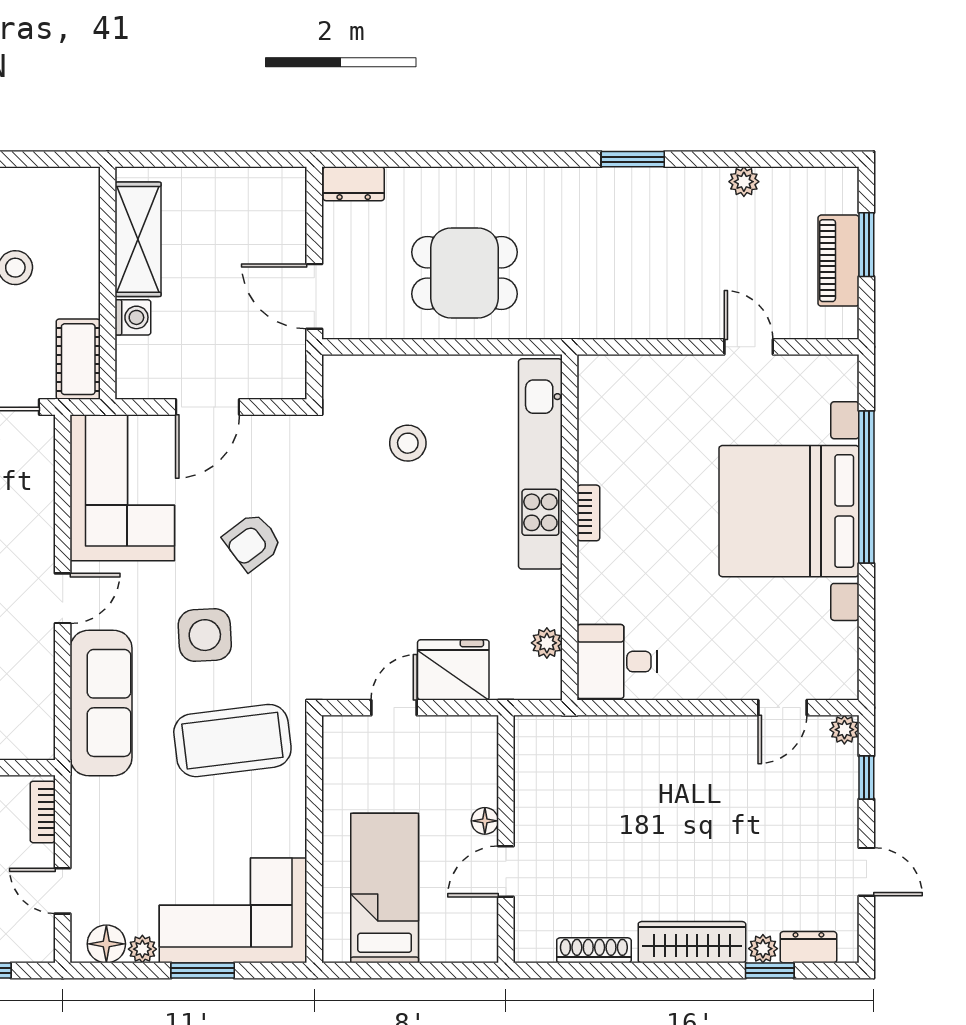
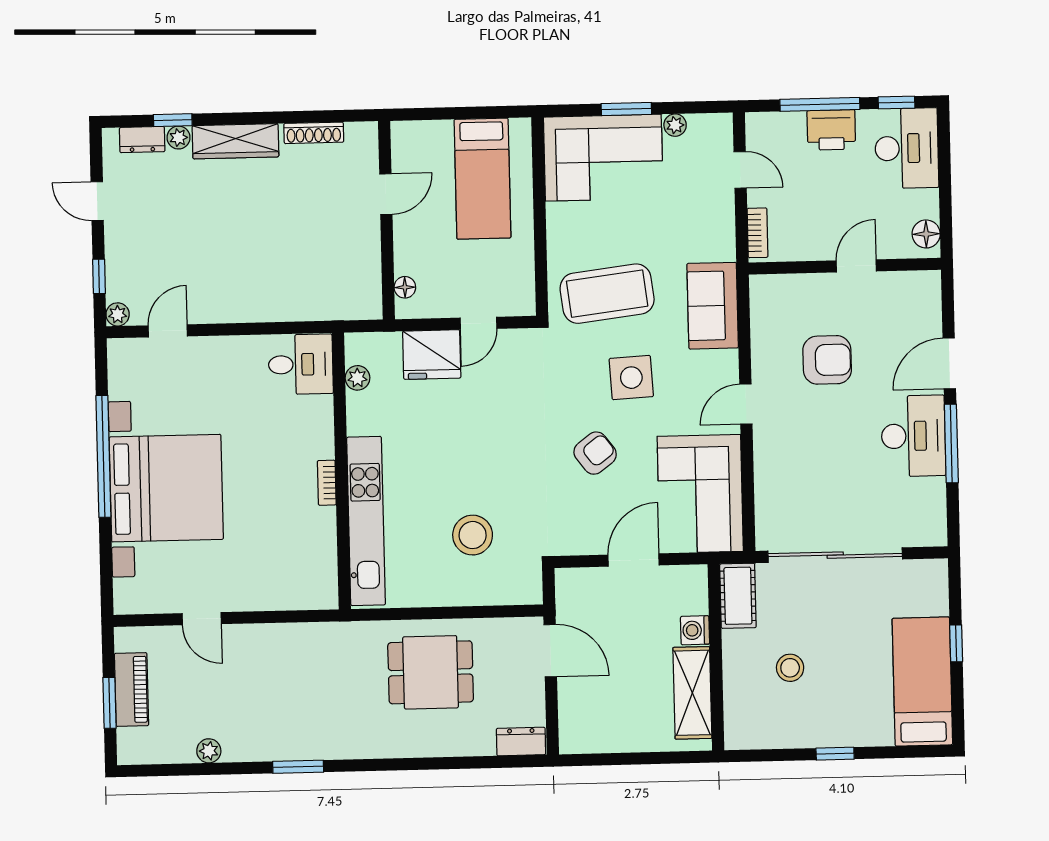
stool: (408, 443) -> (473, 535), width x1.38, depth x1.38
window: (866, 487) -> (103, 456), moved
sofa: (101, 703) -> (713, 306), width x0.73
floor lamp: (485, 821) -> (405, 287), moved
floor lamp: (106, 944) -> (704, 128), removed

